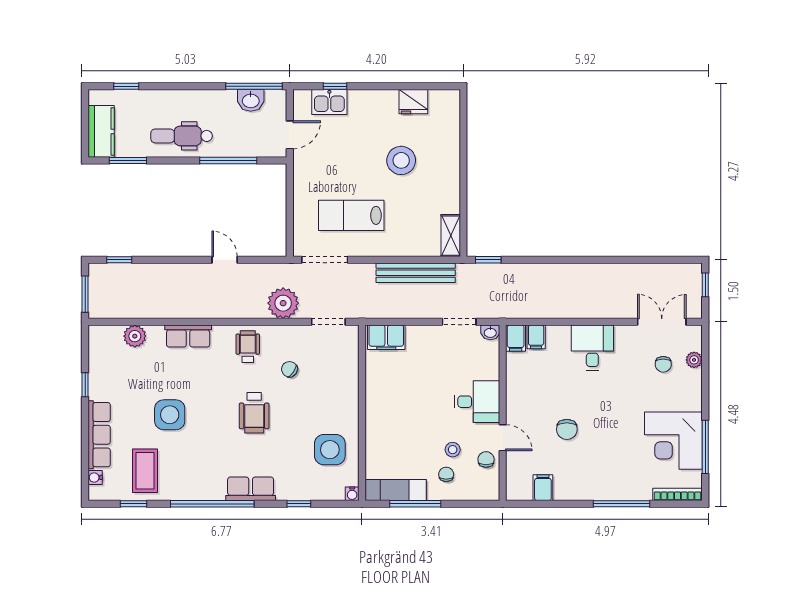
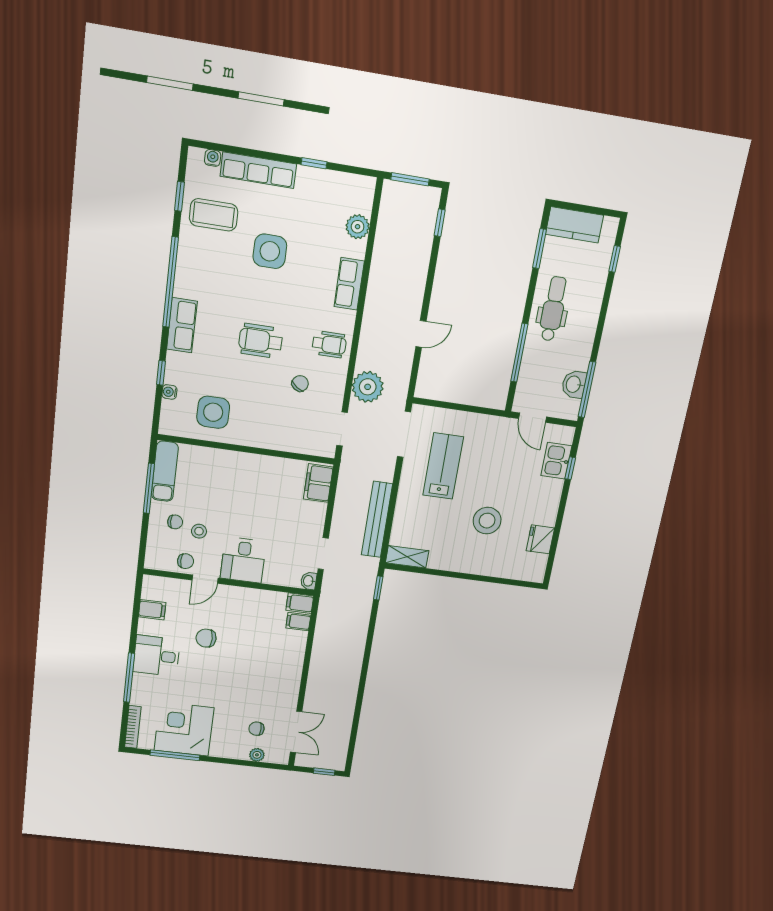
desk: (592, 348) -> (157, 656), moved, turned 180
water cooler: (352, 494) -> (169, 392), moved

